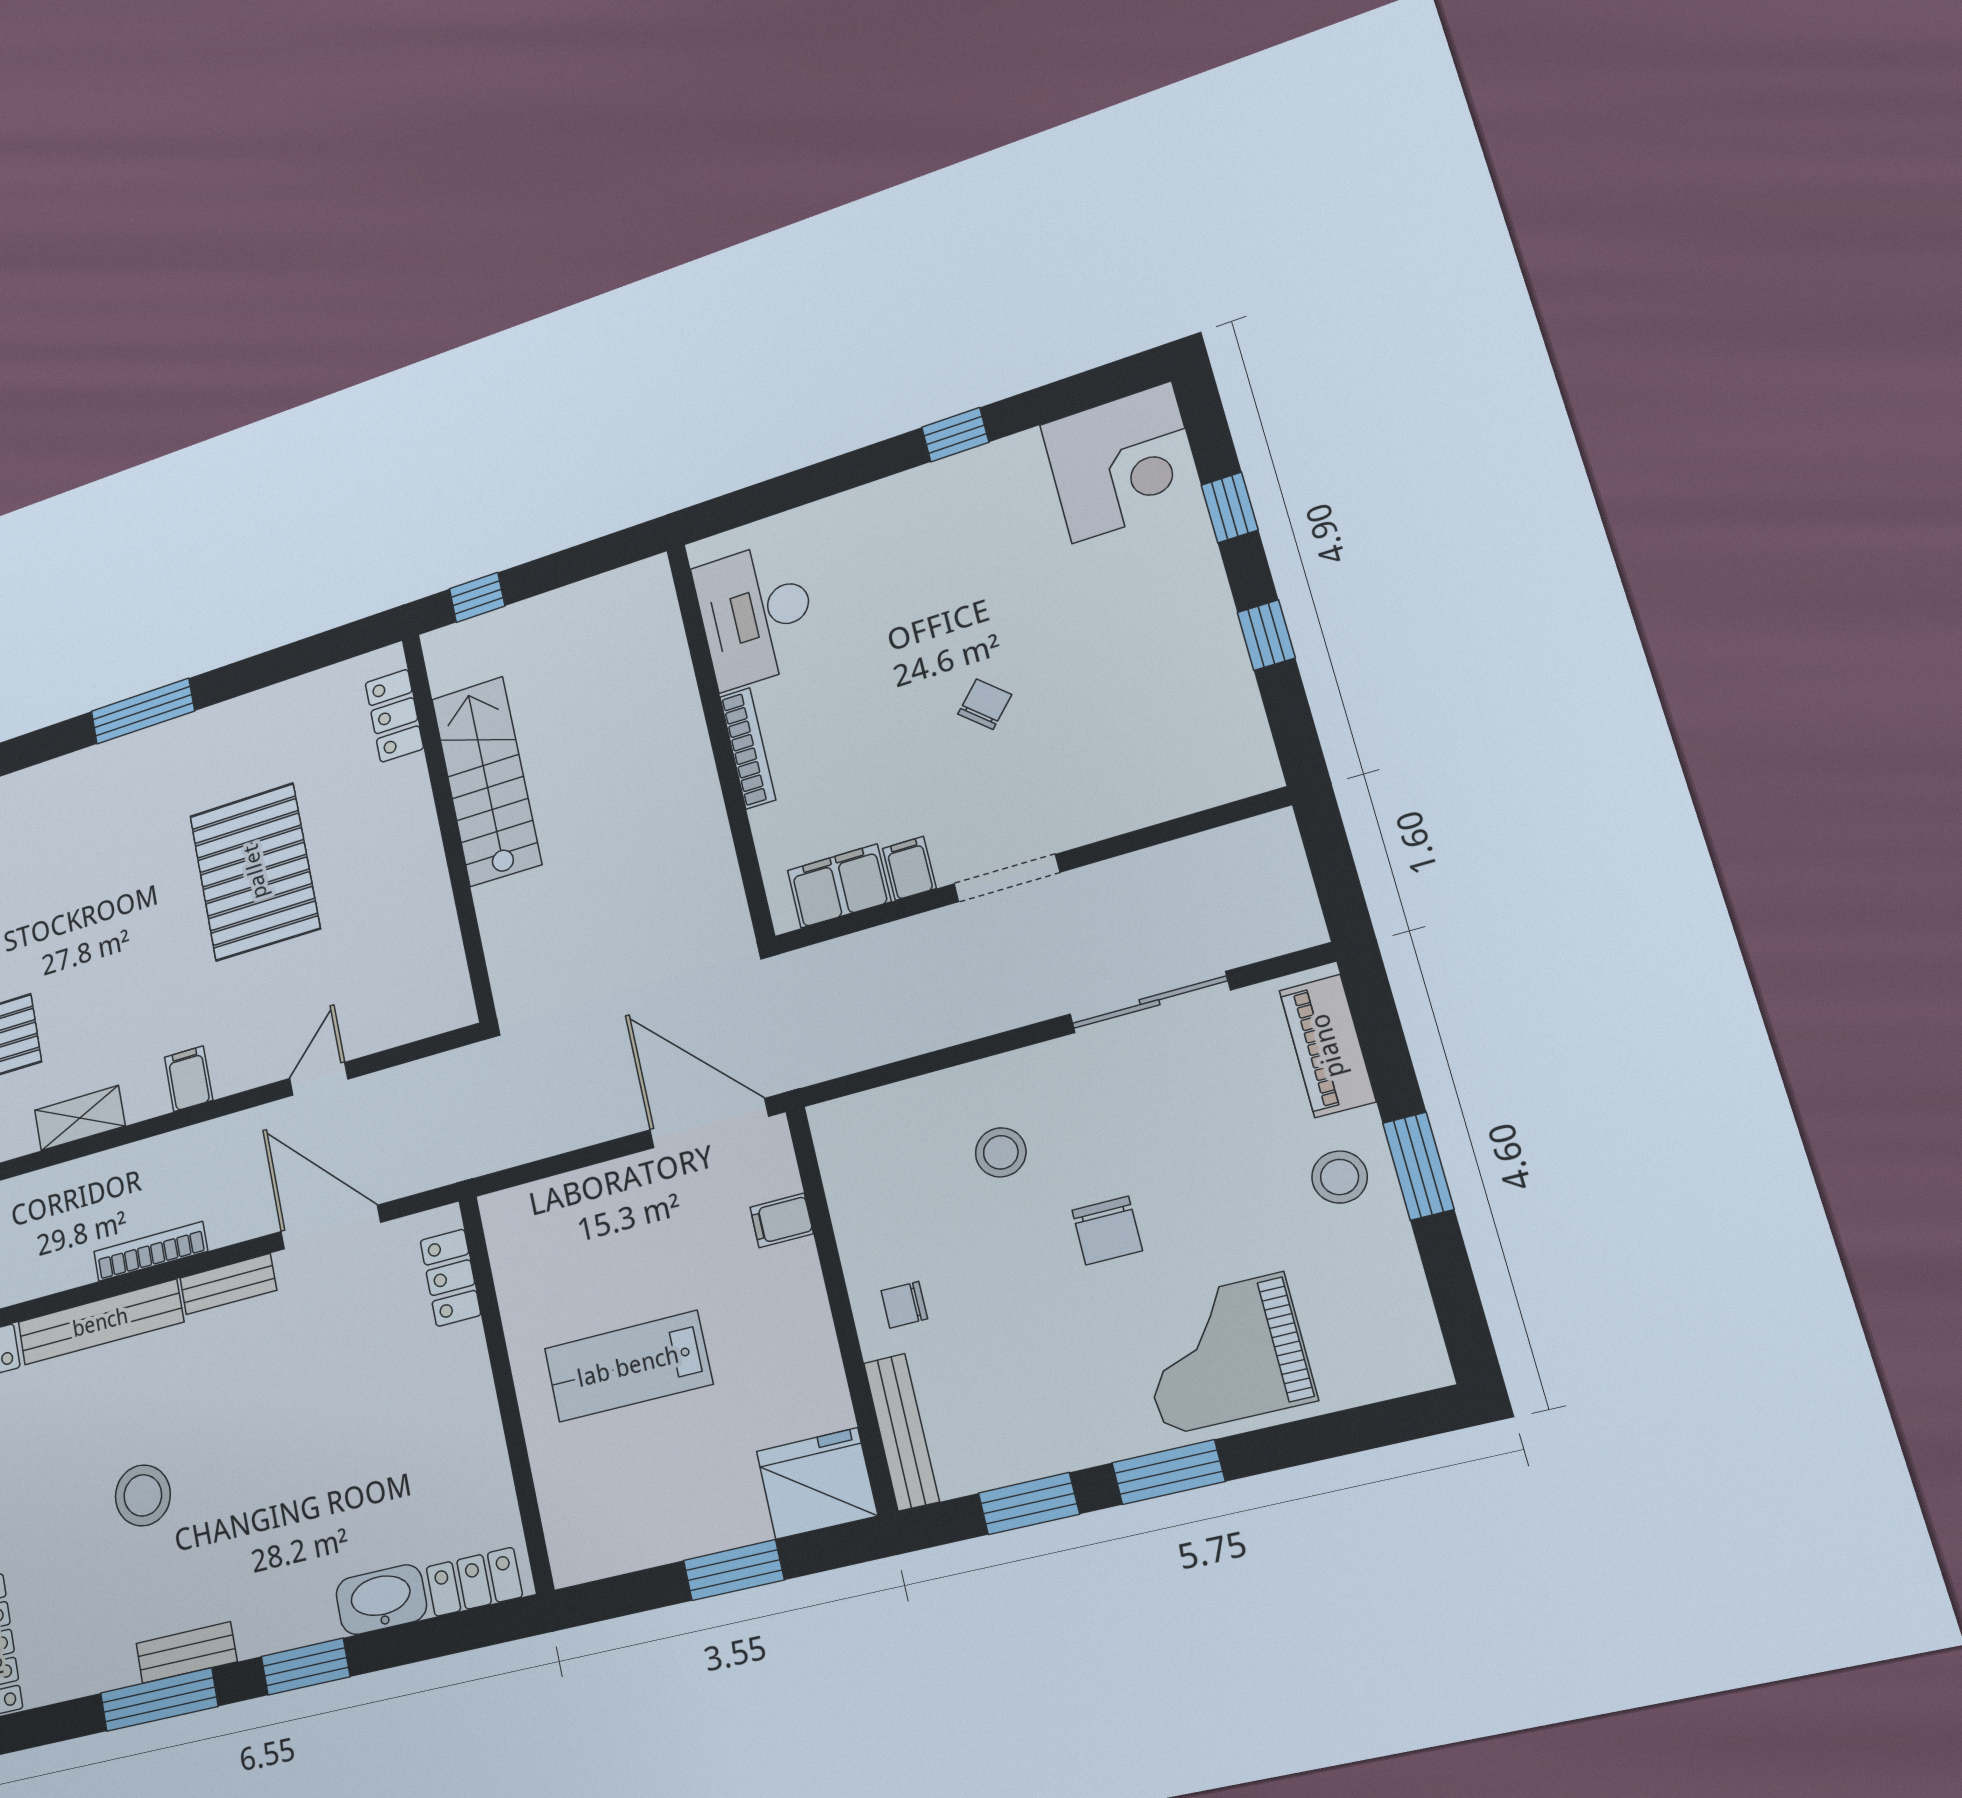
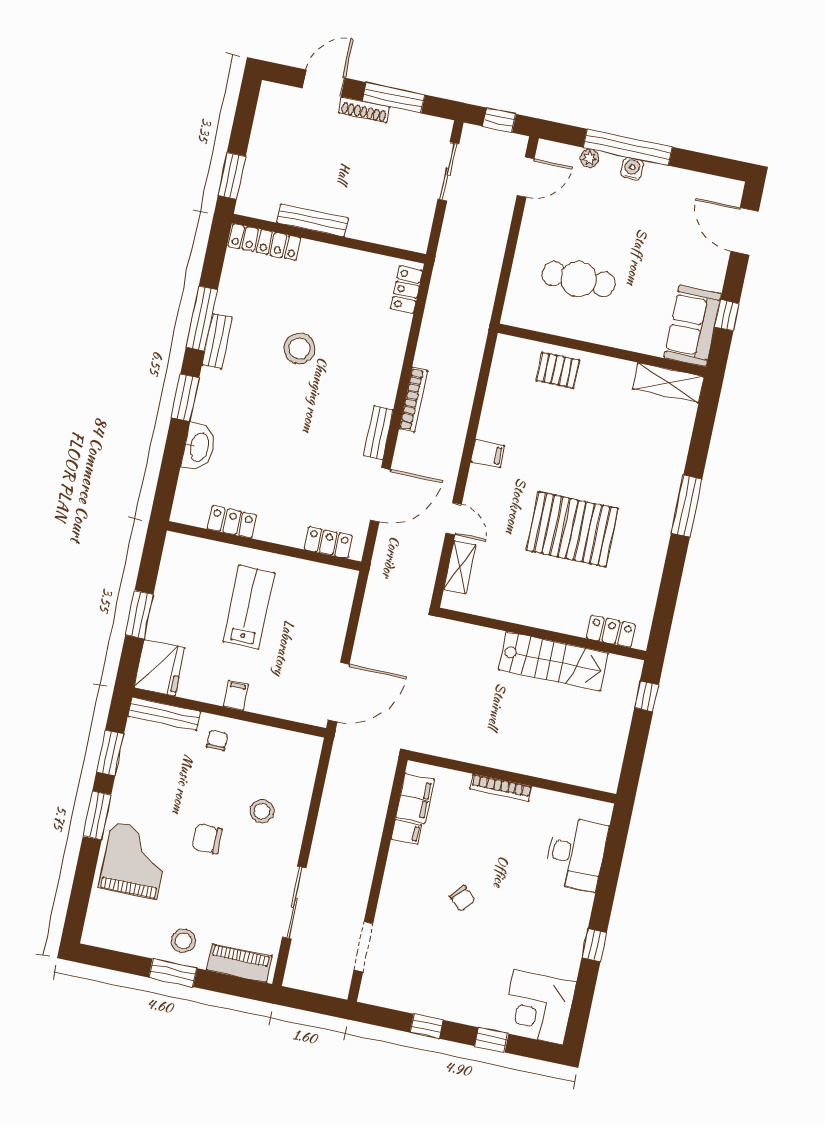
desk: (756, 614) -> (576, 854), moved, turned 90
doorway: (1007, 878) -> (363, 947), moved
shelving: (80, 1118) -> (460, 567), moved
filing cabinet: (782, 1220) -> (236, 695), moved
bench: (100, 1322) -> (392, 360), removed
locker: (474, 1582) -> (232, 522), moved, turned -90

